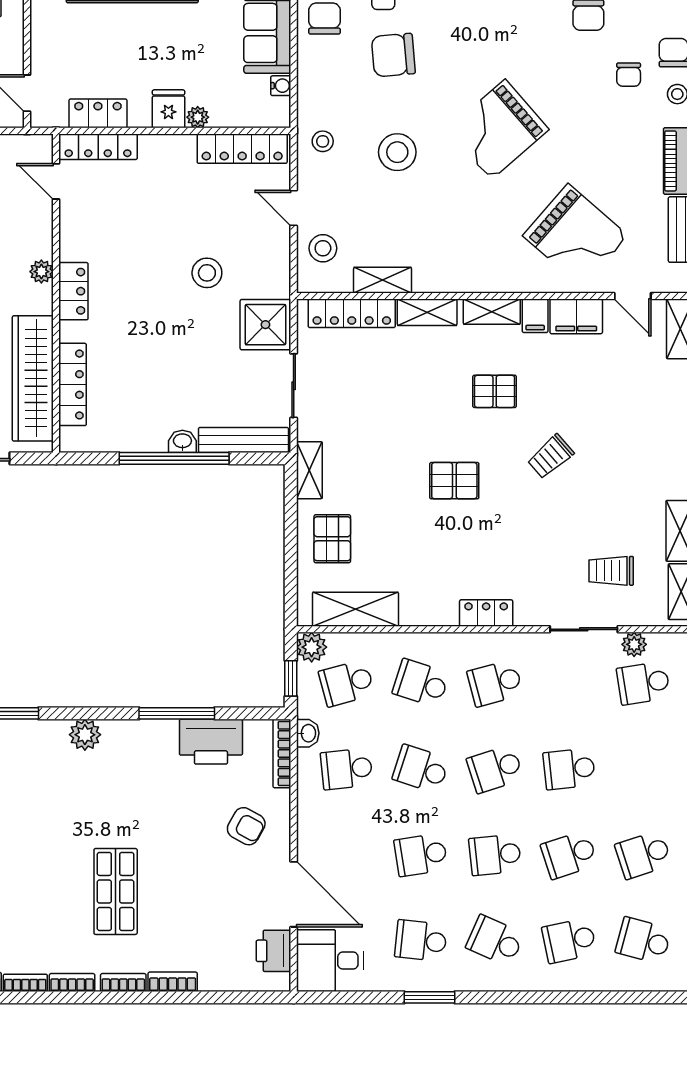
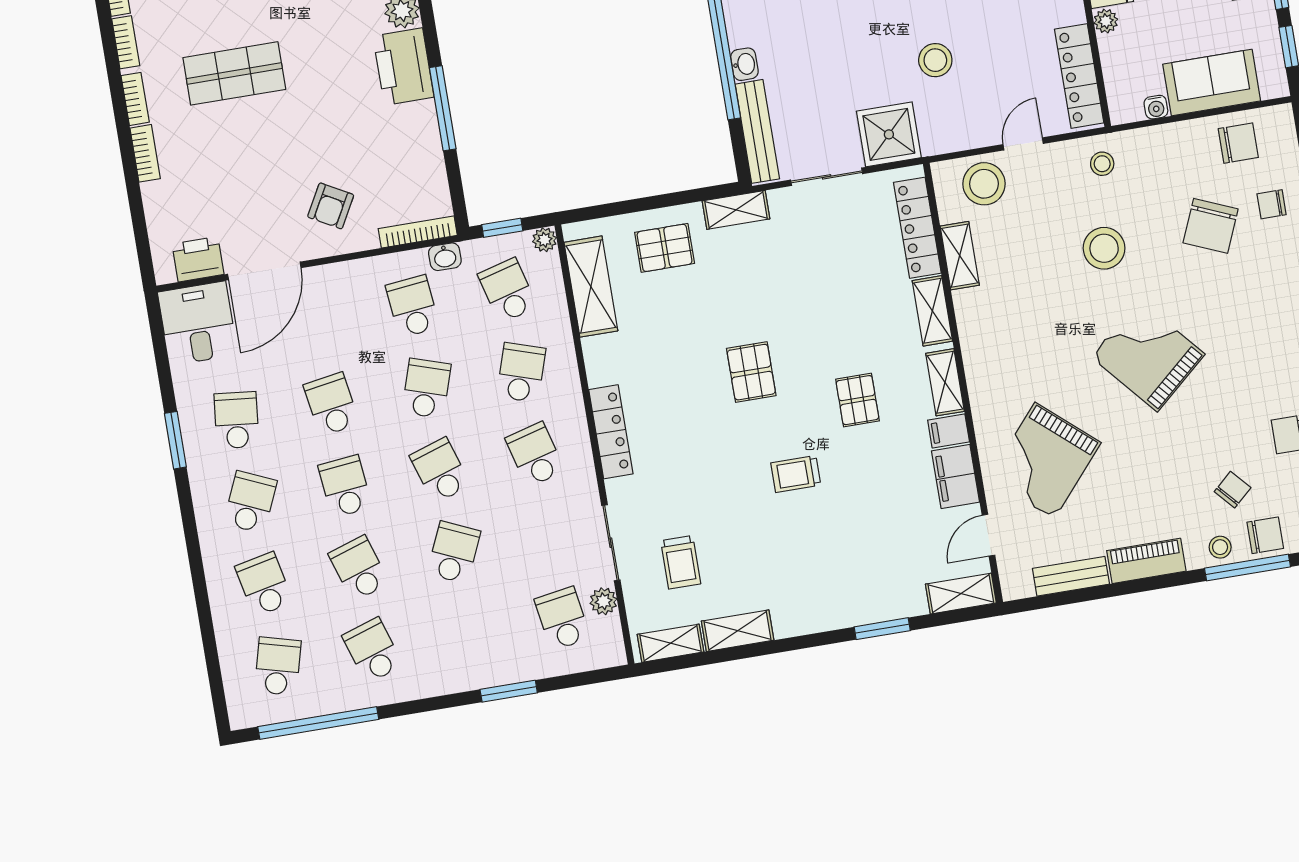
chair: (393, 55) -> (1211, 226), turned -152
chair: (629, 75) -> (1233, 490), turned 138
stool: (323, 248) -> (984, 184), width x1.38, depth x1.38
trolley: (550, 457) -> (796, 474), turned -49
trolley: (611, 571) -> (681, 562), turned 180
locker: (486, 613) -> (611, 432), width x1.53
plant: (312, 647) -> (544, 240), width x0.73, depth x0.73
printer: (211, 742) -> (403, 67), moved
school desk: (569, 769) -> (454, 552), turned 30

